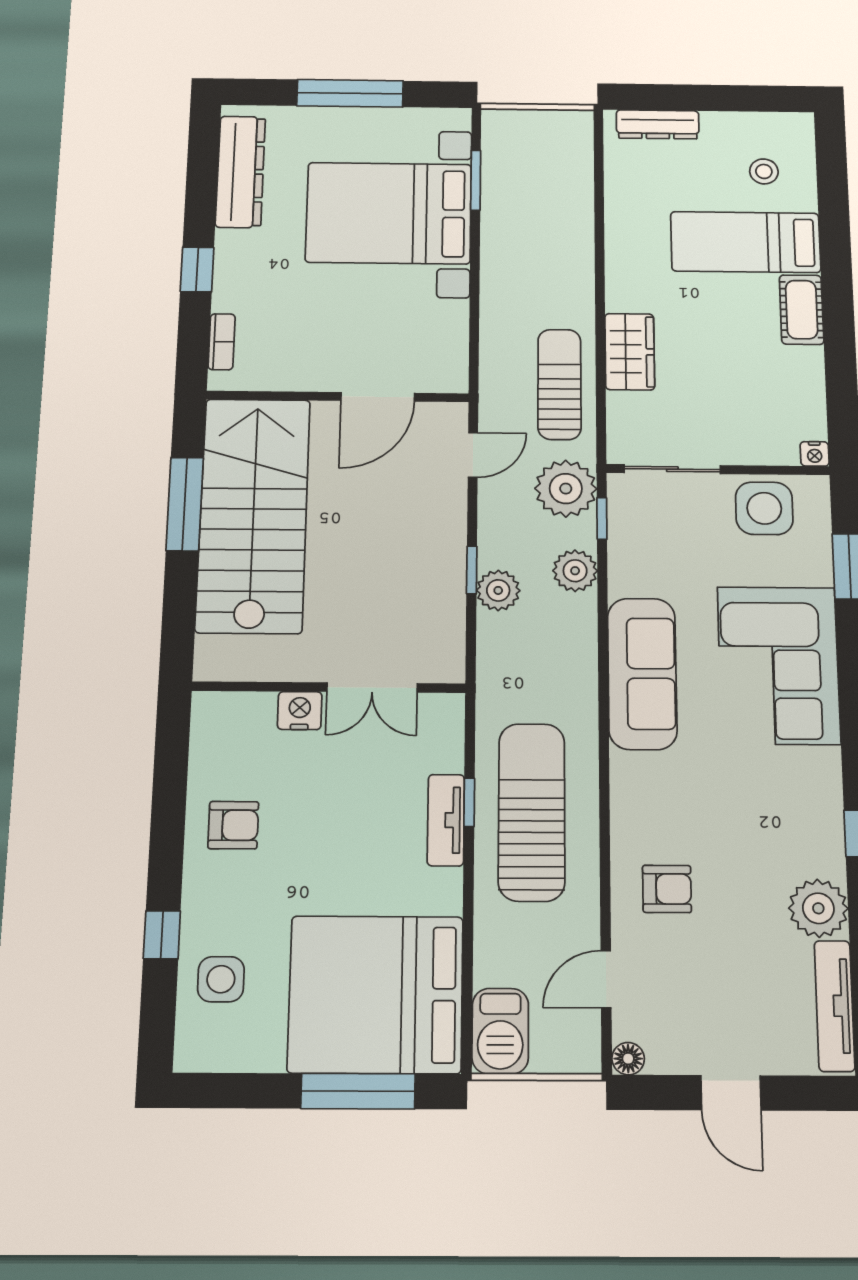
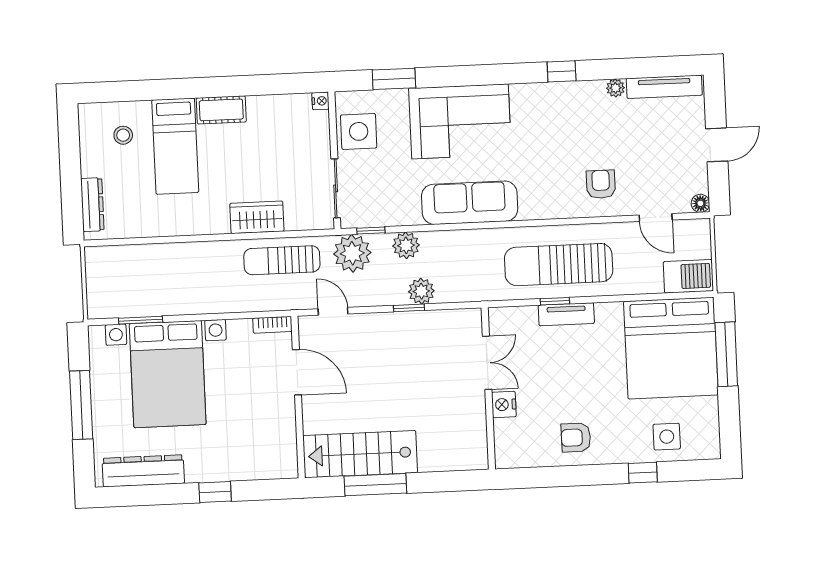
bookcase: (222, 342) -> (272, 325), moved, turned 180
stairs: (253, 515) -> (360, 454), width x0.73, depth x0.66
armchair: (233, 825) -> (576, 438), turned -90
plant: (818, 908) -> (615, 88), width x0.53, depth x0.53

